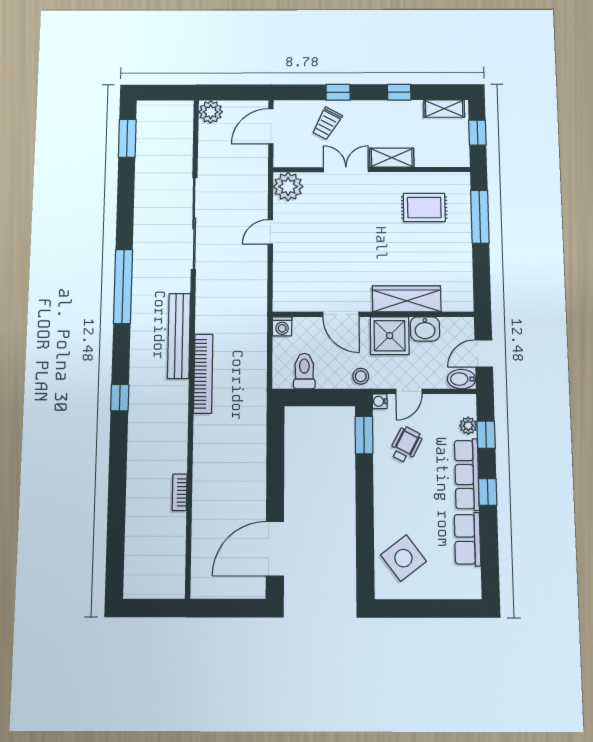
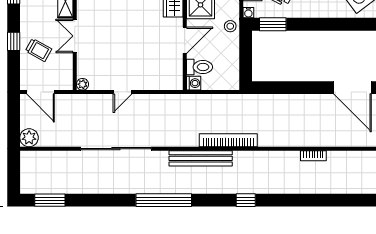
plant: (288, 187) -> (83, 84), width x0.53, depth x0.53
door: (270, 232) -> (123, 92), hinge flipped
toilet: (304, 371) -> (199, 67), moved, turned 180

